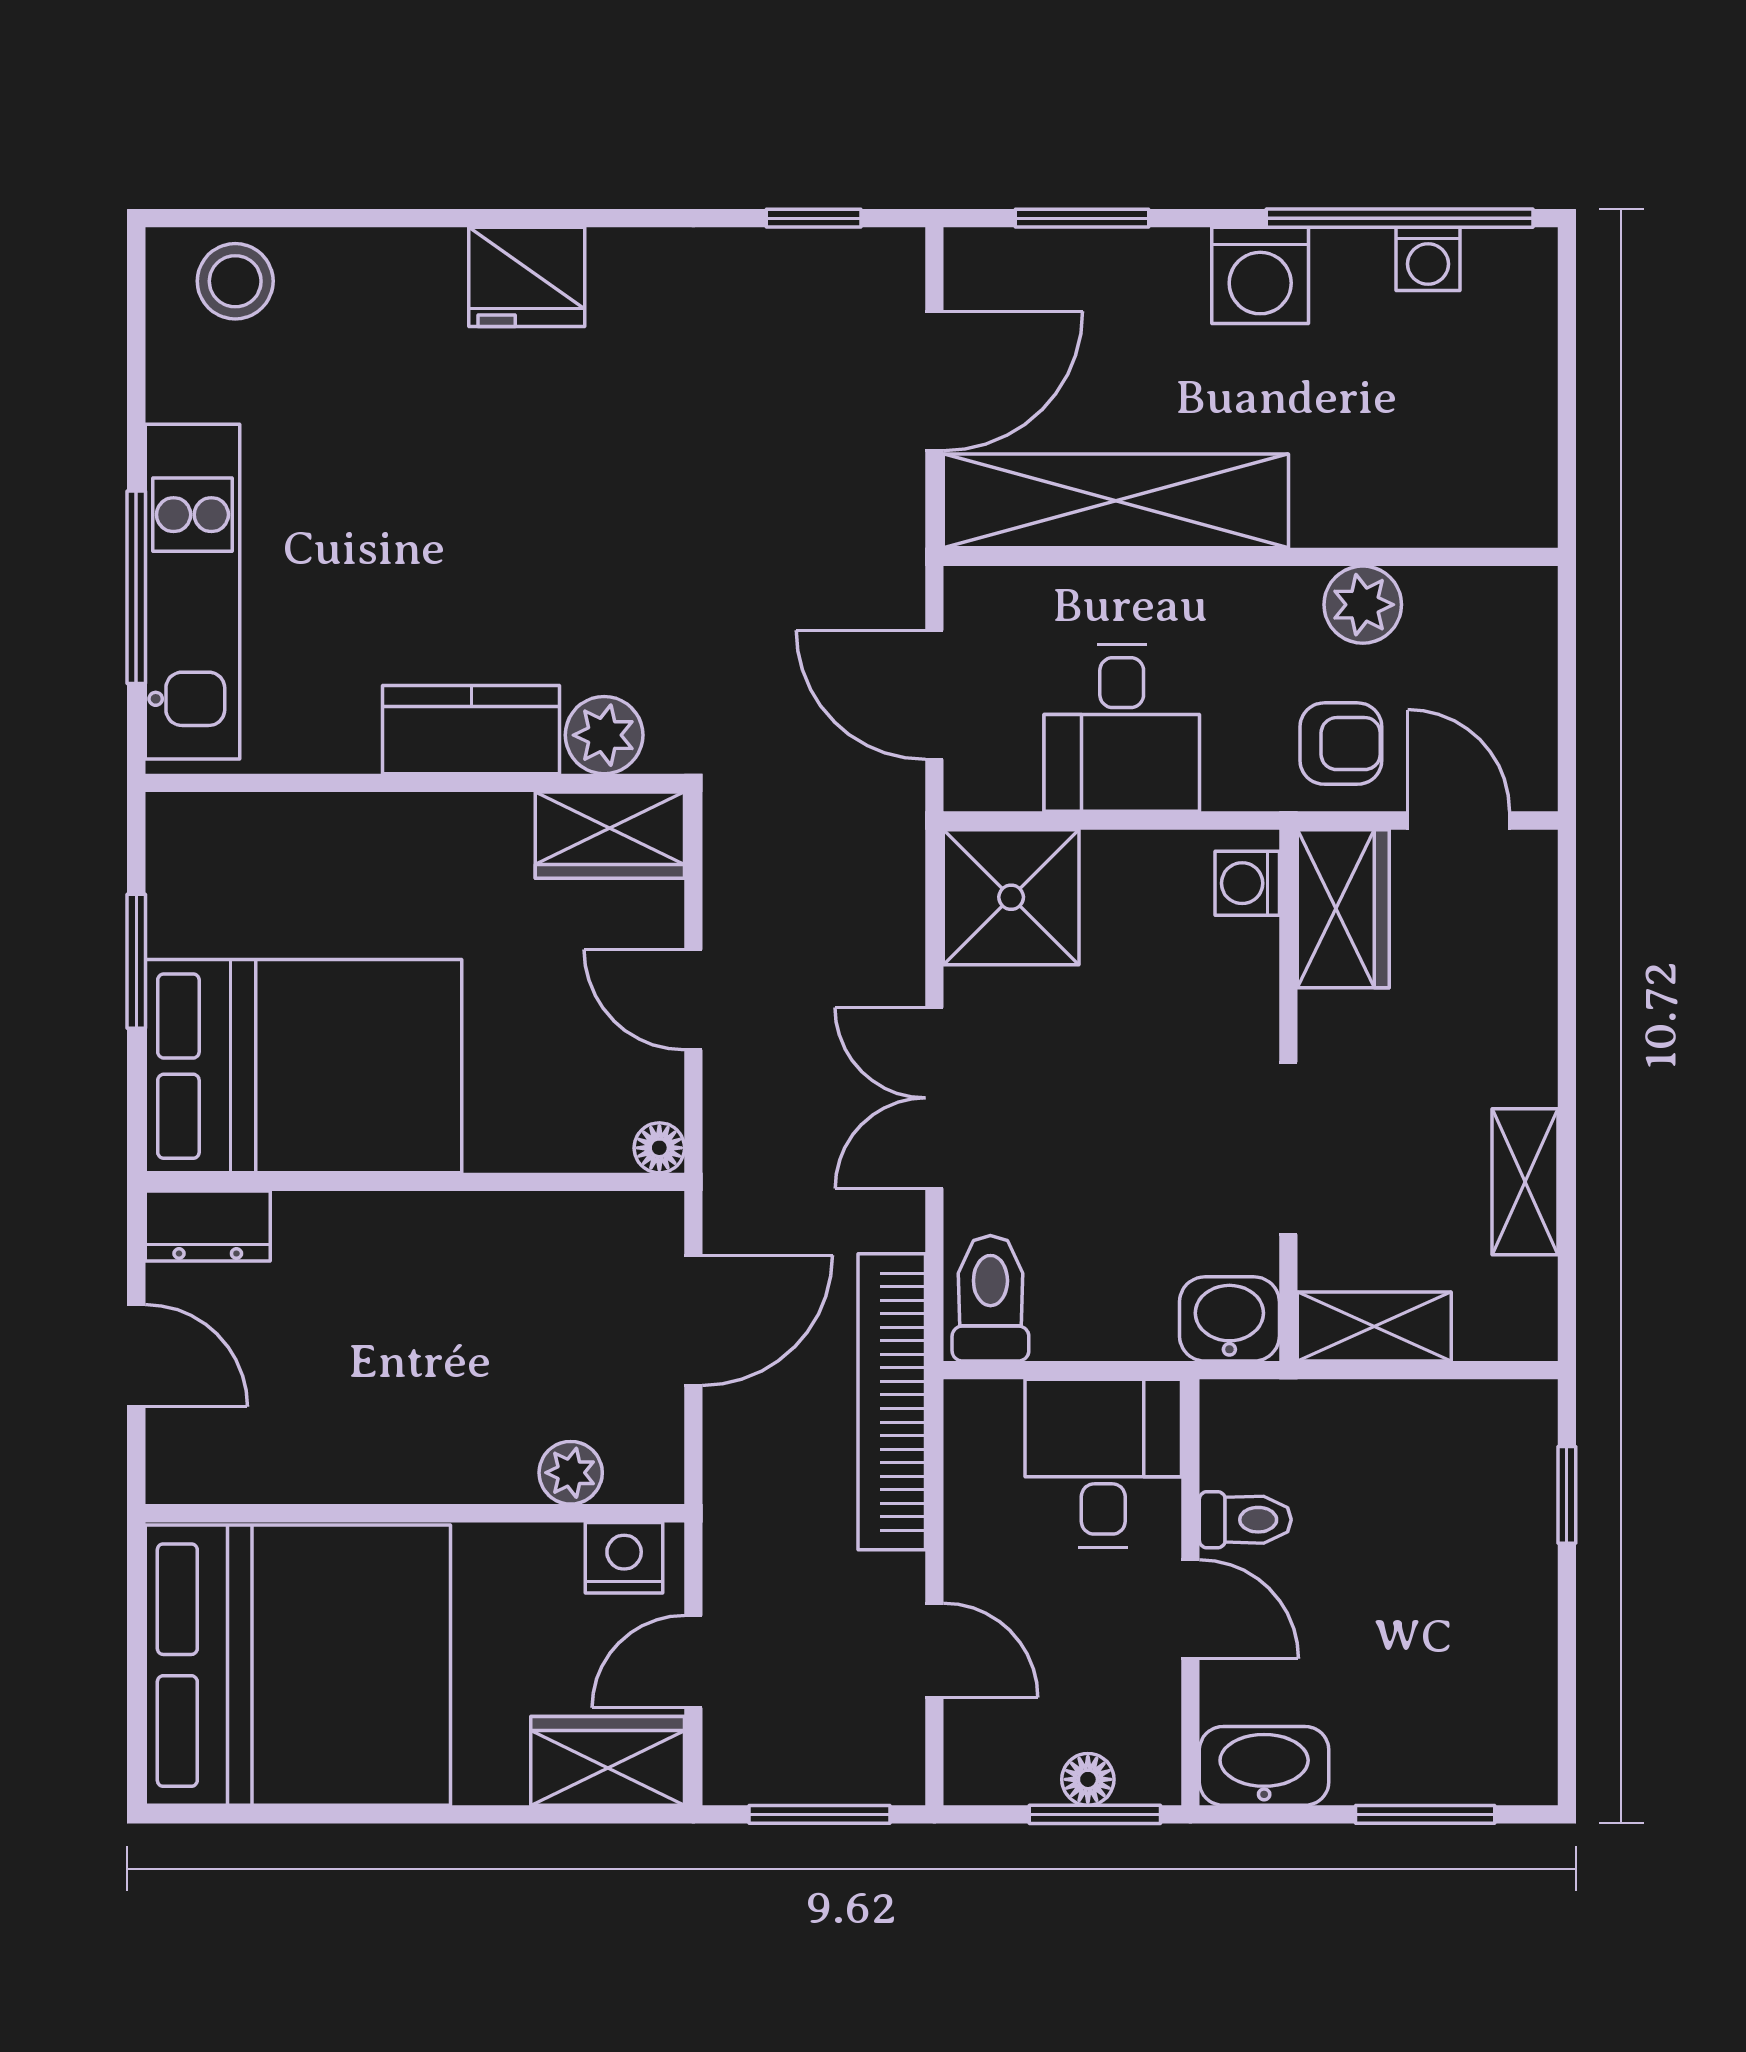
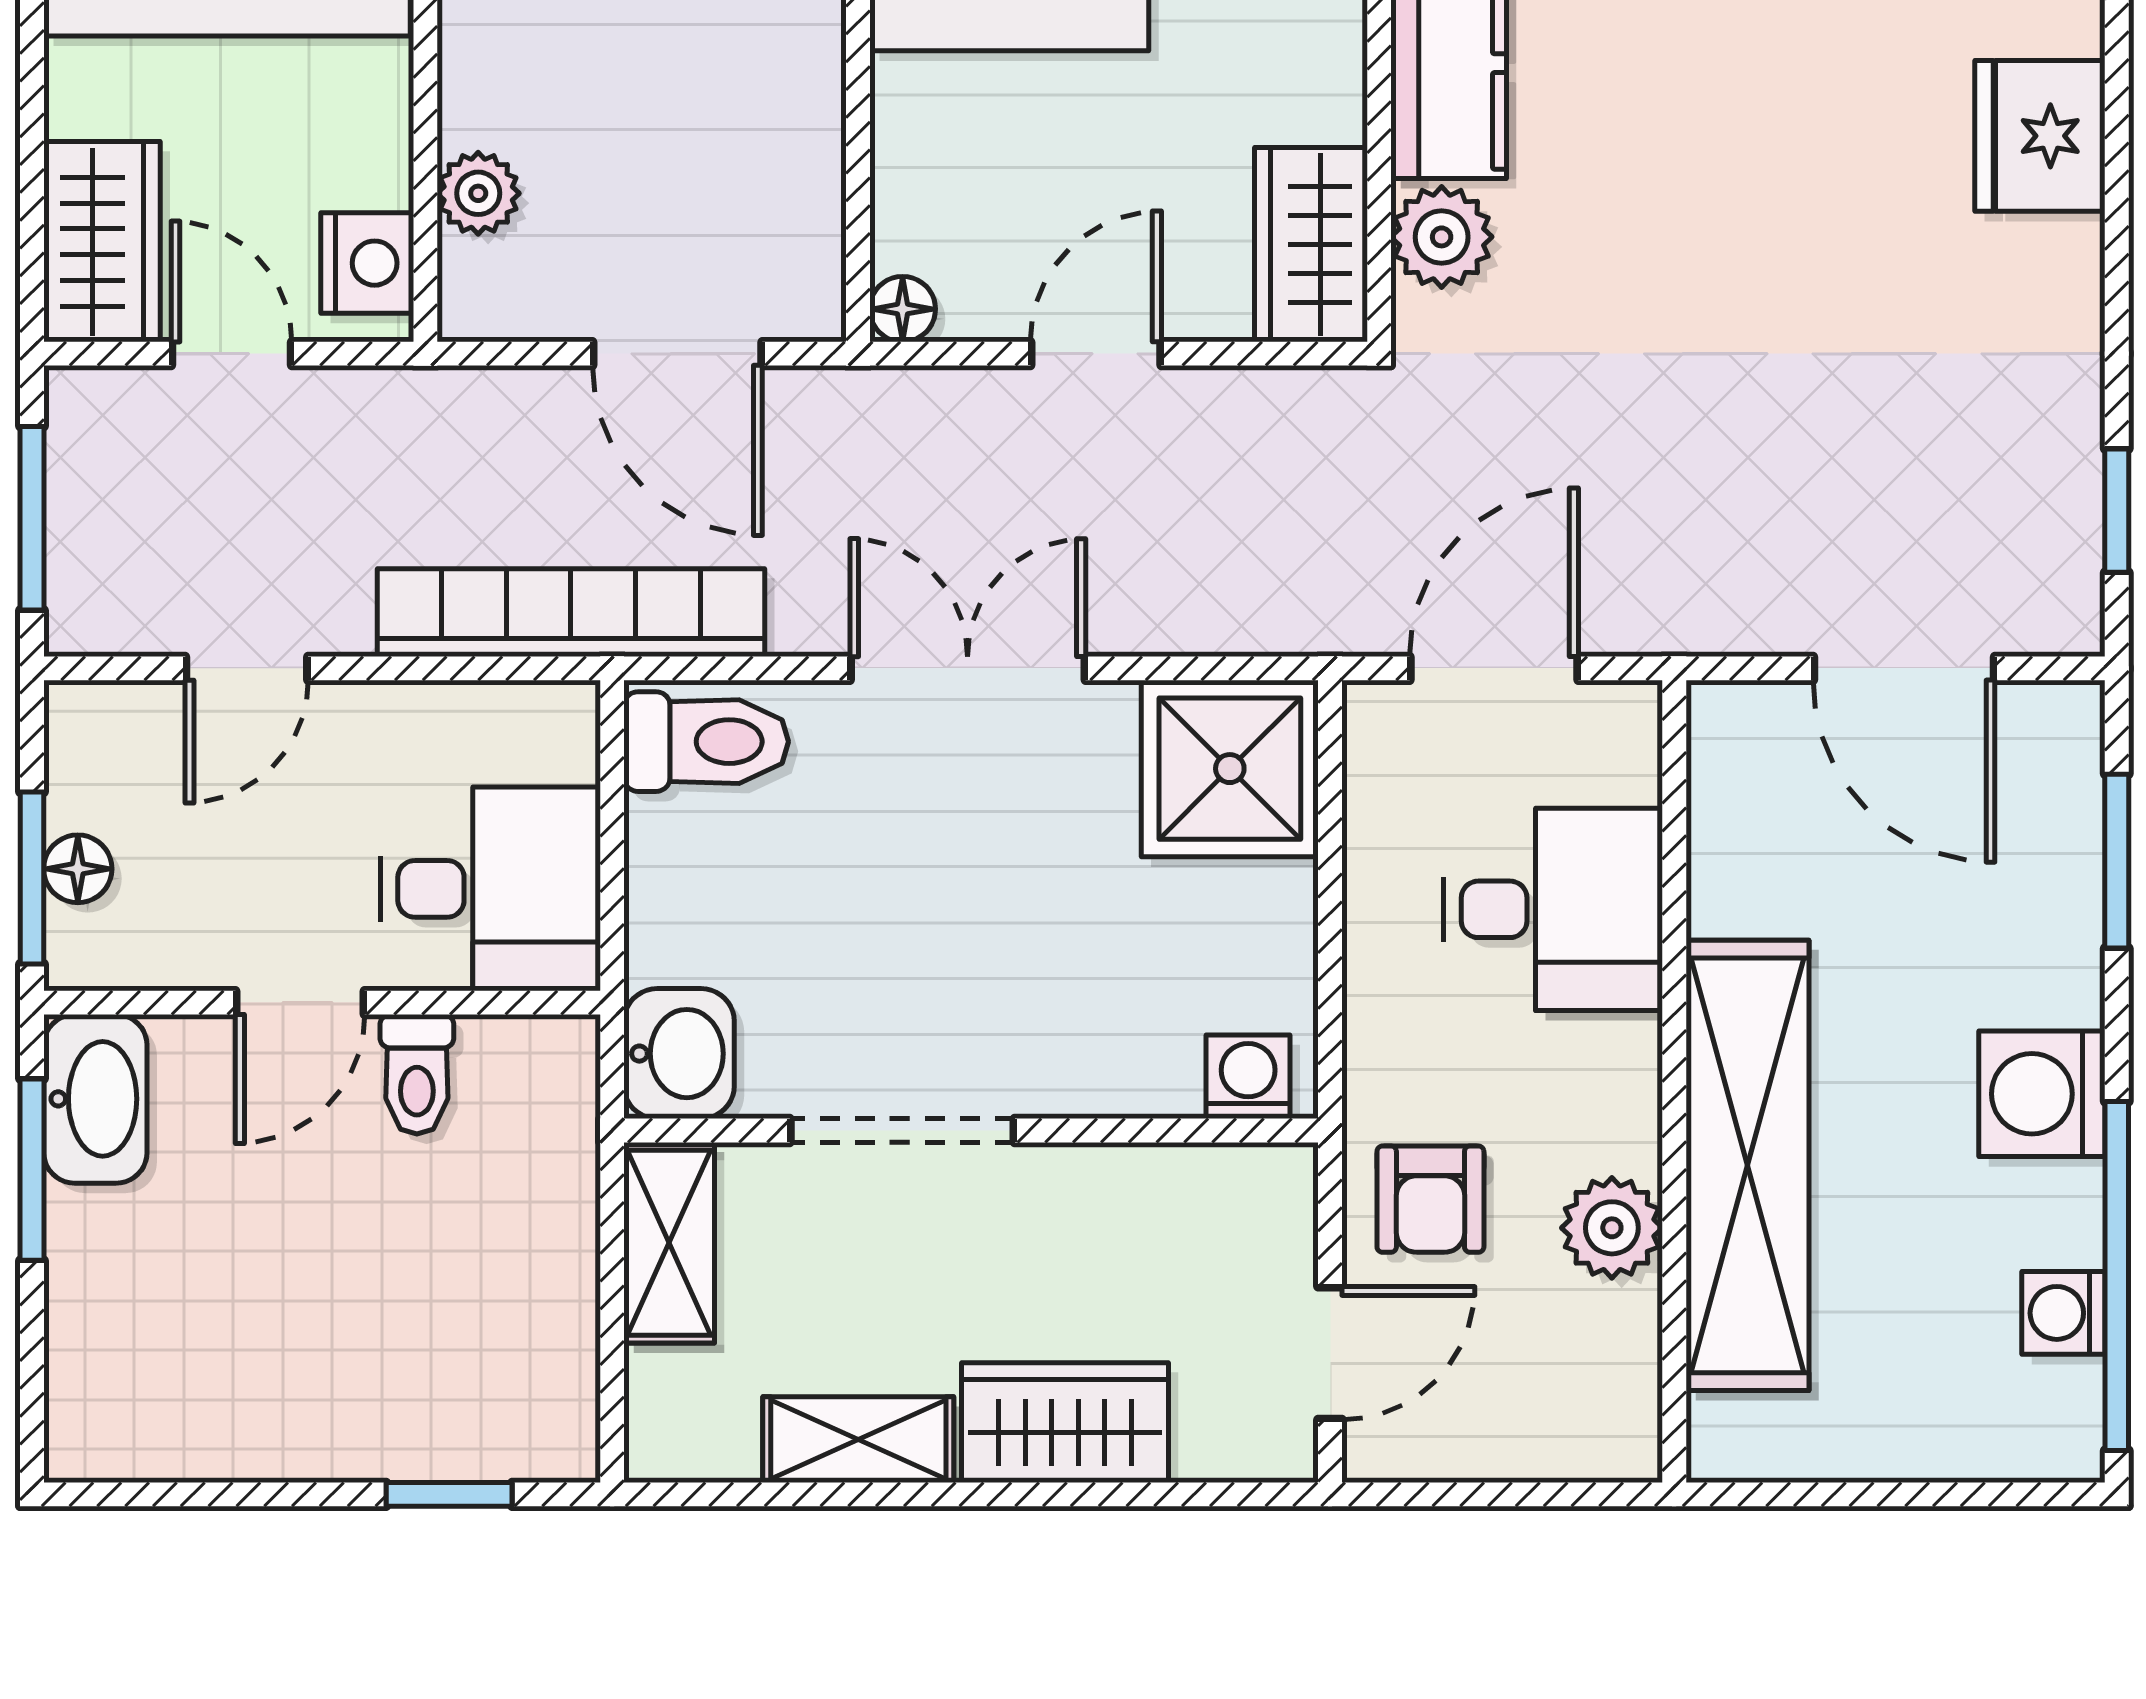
shelving: (1116, 501) -> (1747, 1165), moved
desk: (1122, 728) -> (1553, 909), moved, turned 180
wardrobe: (1343, 909) -> (1065, 1423), moved, turned 180
window: (1425, 1814) -> (32, 1170), moved

